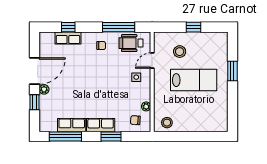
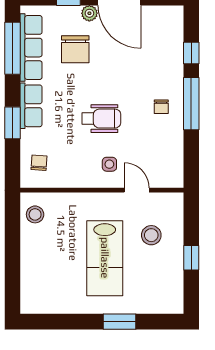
window: (119, 27) -> (191, 104), moved
row of seats: (68, 38) -> (174, 52), removed
wheelchair: (131, 43) -> (101, 119), moved, turned 90
chair: (66, 98) -> (75, 49), added
plant: (146, 106) -> (61, 180), removed
row of seats: (72, 125) -> (31, 48), width x1.48

